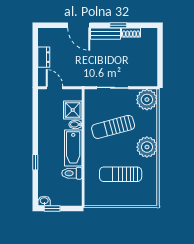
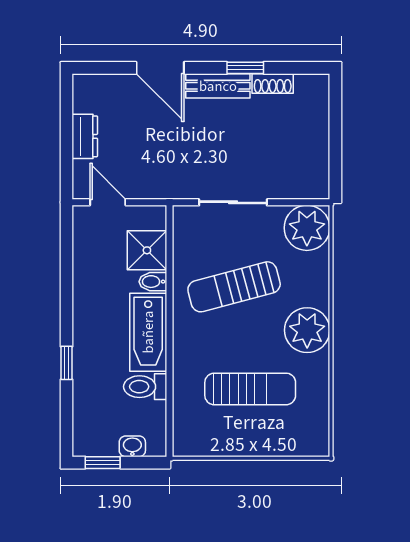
sun lounger: (121, 174) -> (250, 389), turned 180
washbasin: (44, 201) -> (132, 446), moved

